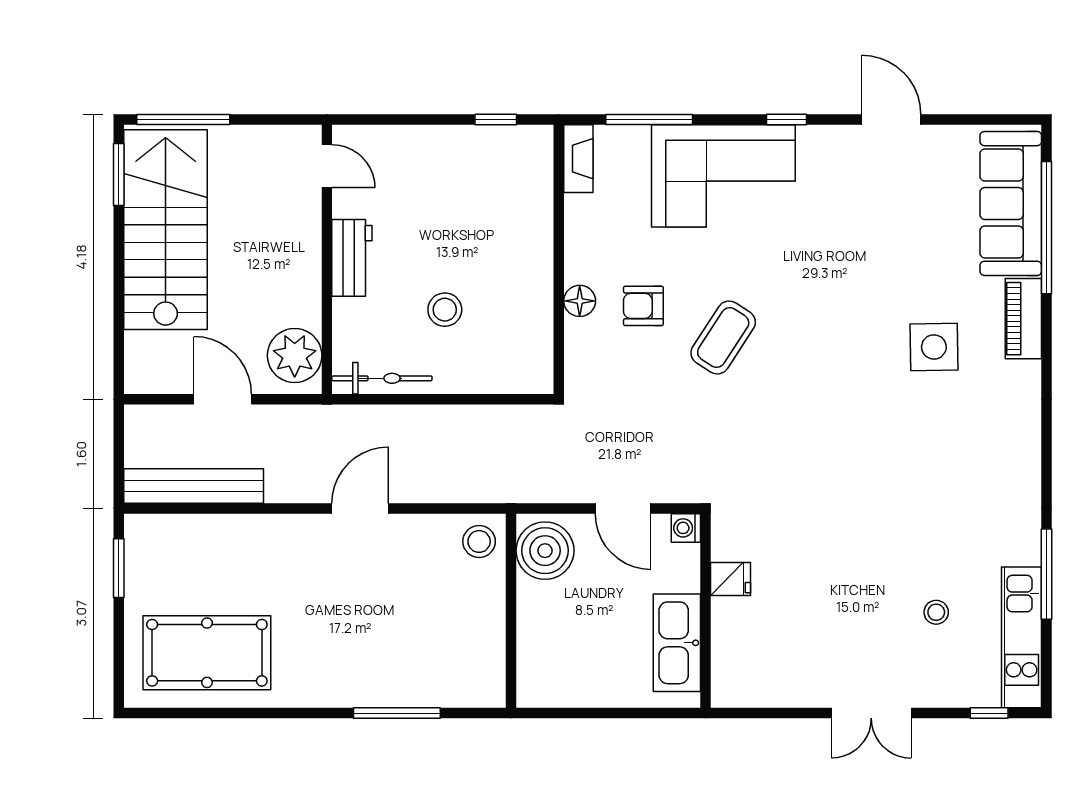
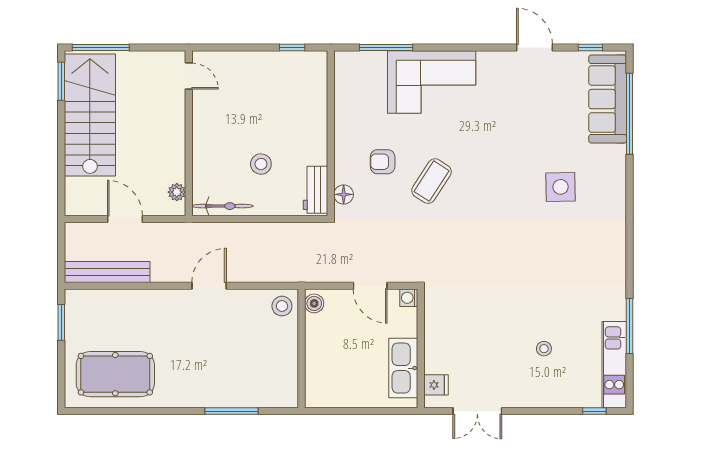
window: (786, 120) -> (590, 48), moved
fireplace: (578, 159) -> (343, 72), removed
workbench: (352, 258) -> (315, 190), moved, turned 180
floor lamp: (580, 301) -> (344, 194), moved
piano: (1023, 319) -> (615, 170), removed
plant: (295, 355) -> (177, 192), width x0.53, depth x0.53
boiler: (545, 551) -> (314, 303), width x0.54, depth x0.54
fridge: (730, 579) -> (436, 385), moved
stool: (936, 612) -> (544, 349), moved
double door: (871, 713) -> (477, 411), moved

